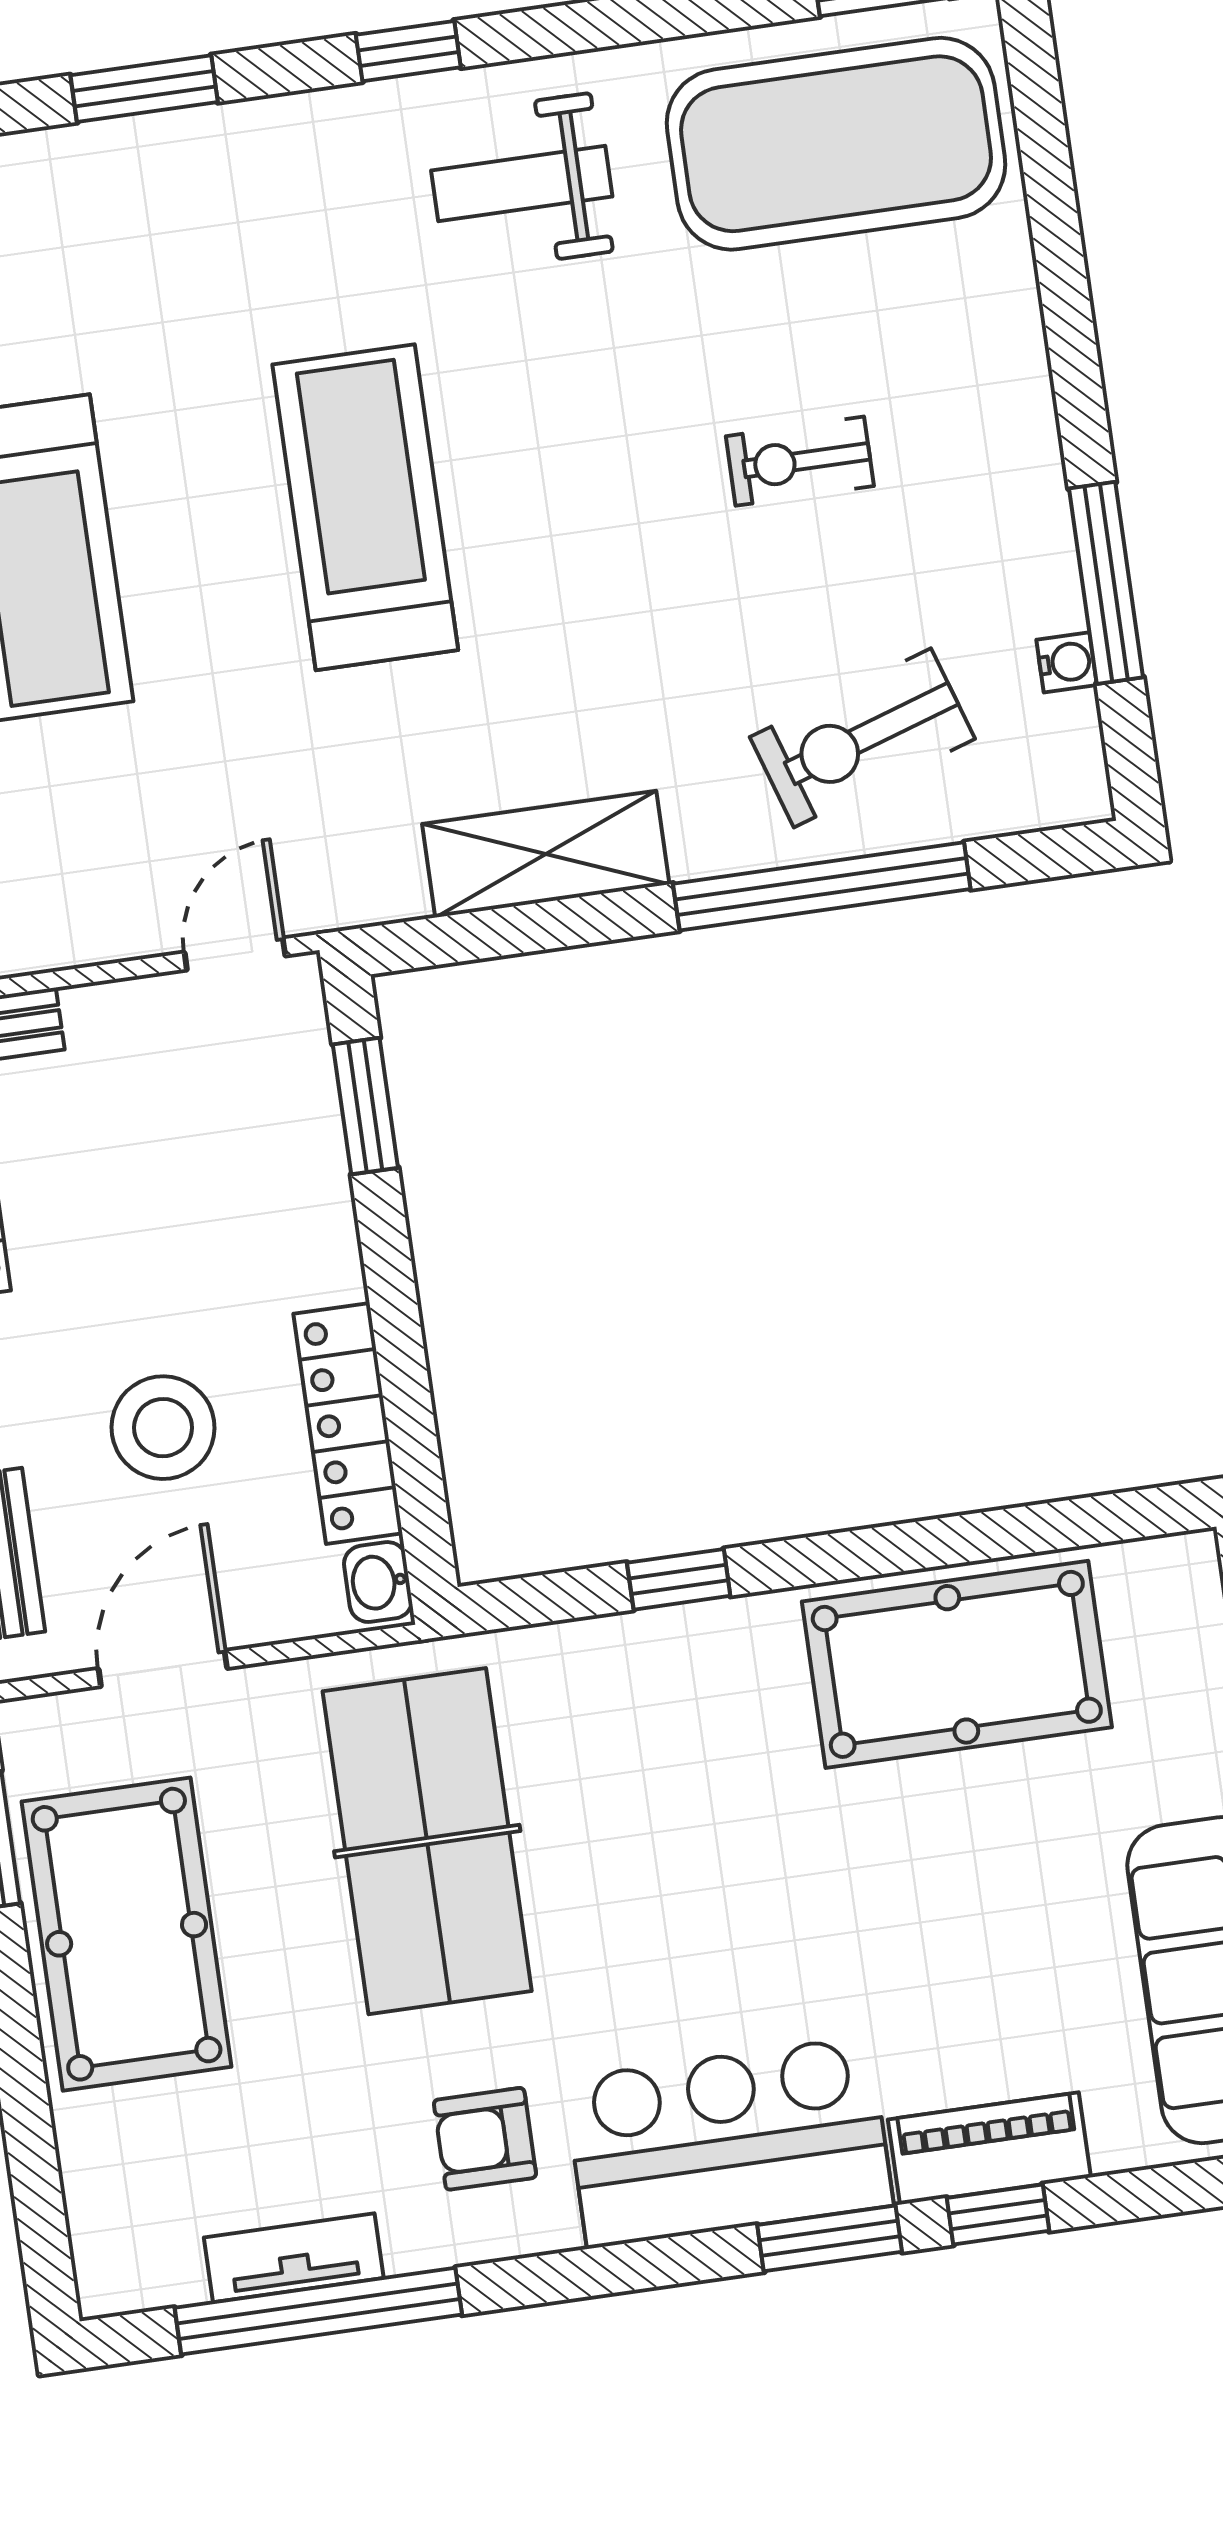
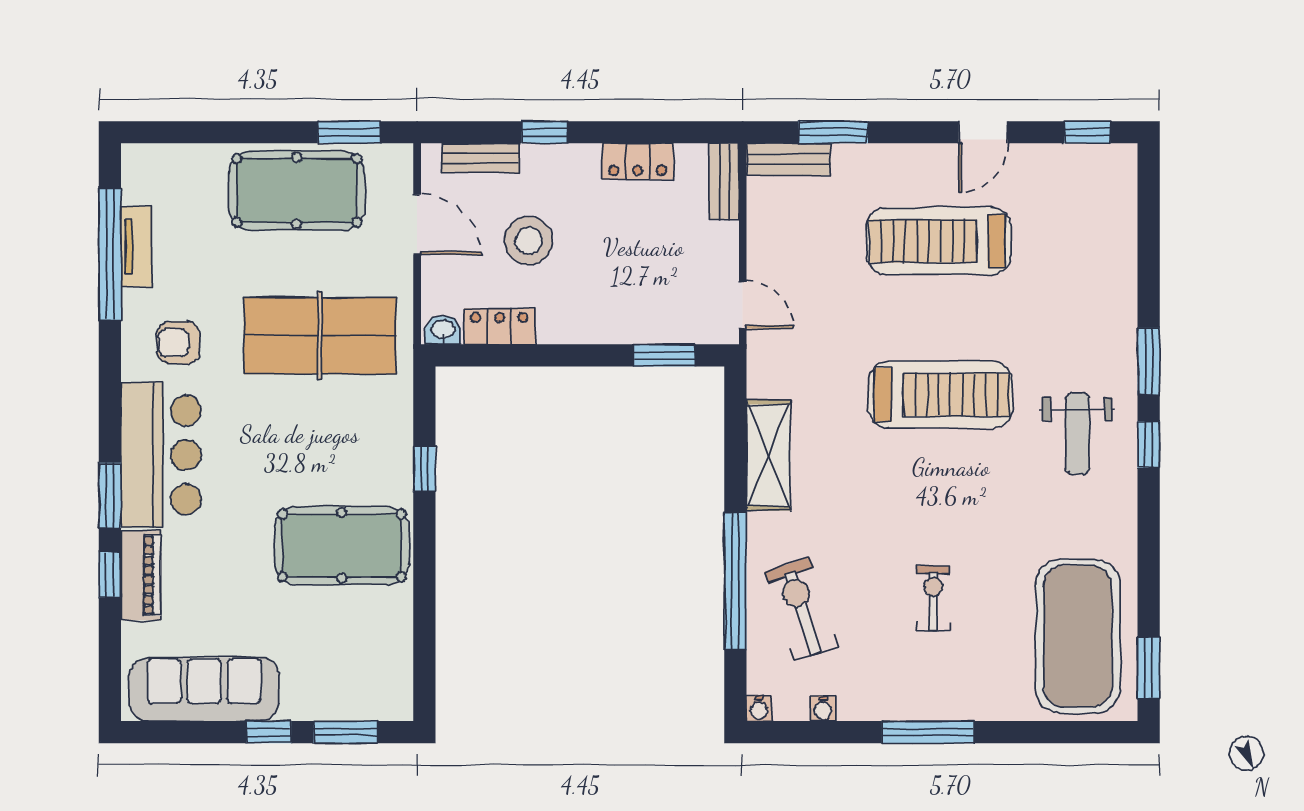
window: (144, 89) -> (1149, 361), moved
weight bench: (522, 183) -> (1077, 434), moved, turned 180
window: (1106, 583) -> (928, 732), moved
water cooler: (1086, 798) -> (759, 709), added
locker: (348, 1424) -> (499, 326), width x0.66
pool table: (957, 1664) -> (342, 545), moved, turned 90
armchair: (485, 2139) -> (179, 343), turned -90

